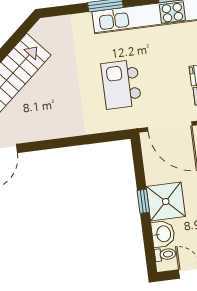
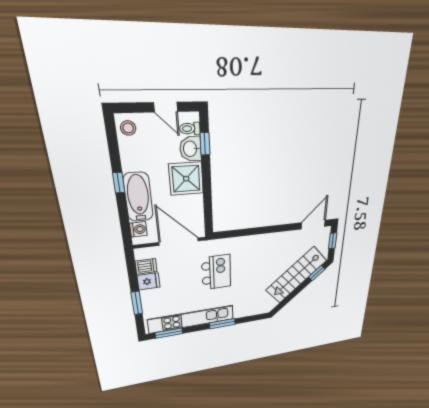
window: (143, 201) -> (205, 144), moved

